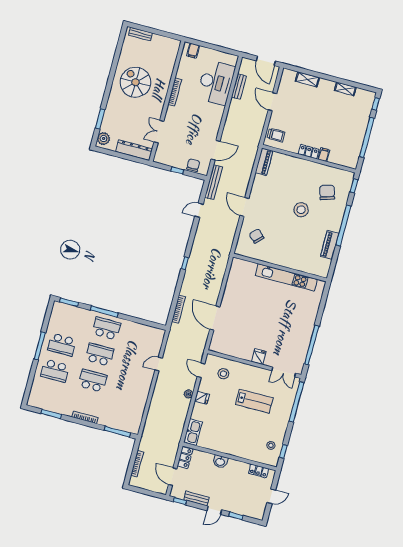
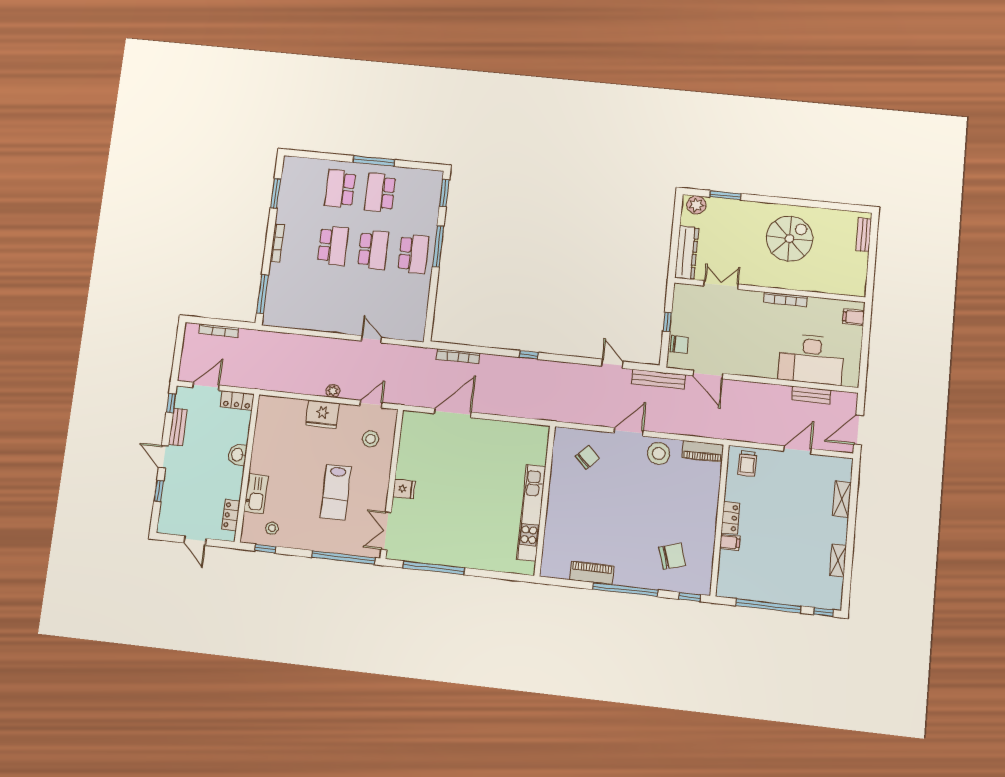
stool: (301, 210) -> (659, 453), moved
fridge: (202, 398) -> (322, 414), width x1.88, depth x1.34
kitchen sink: (193, 432) -> (256, 494), moved, turned -90

